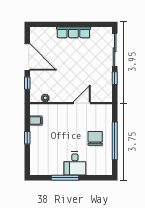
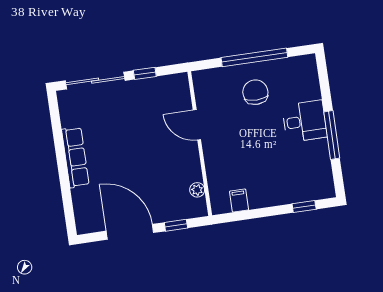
door: (27, 57) -> (130, 232), hinge flipped
window: (27, 138) -> (304, 206), moved
chair: (95, 138) -> (255, 92), turned 90

